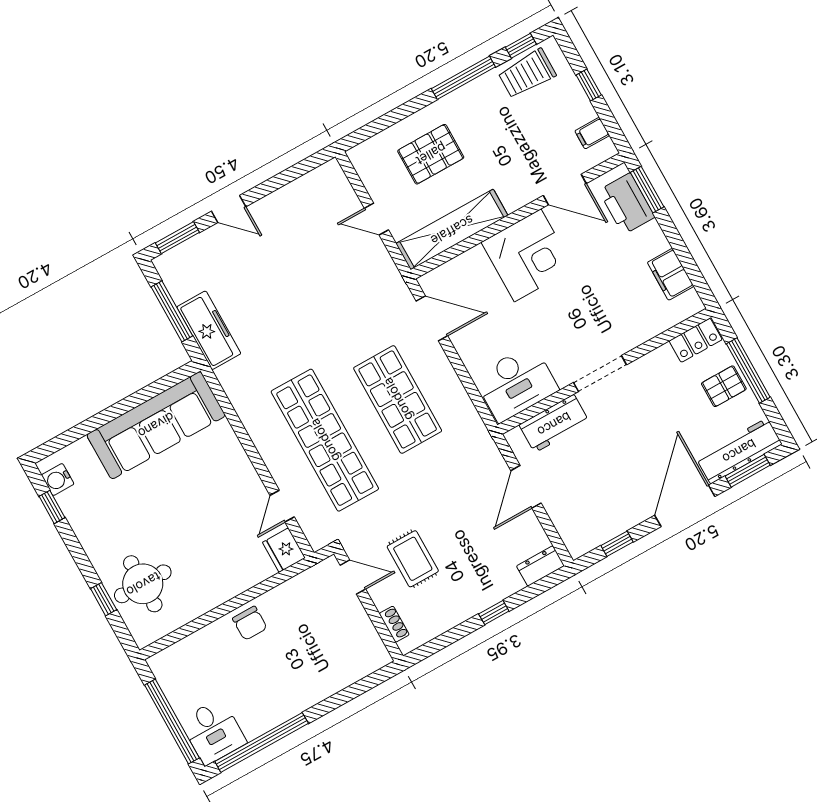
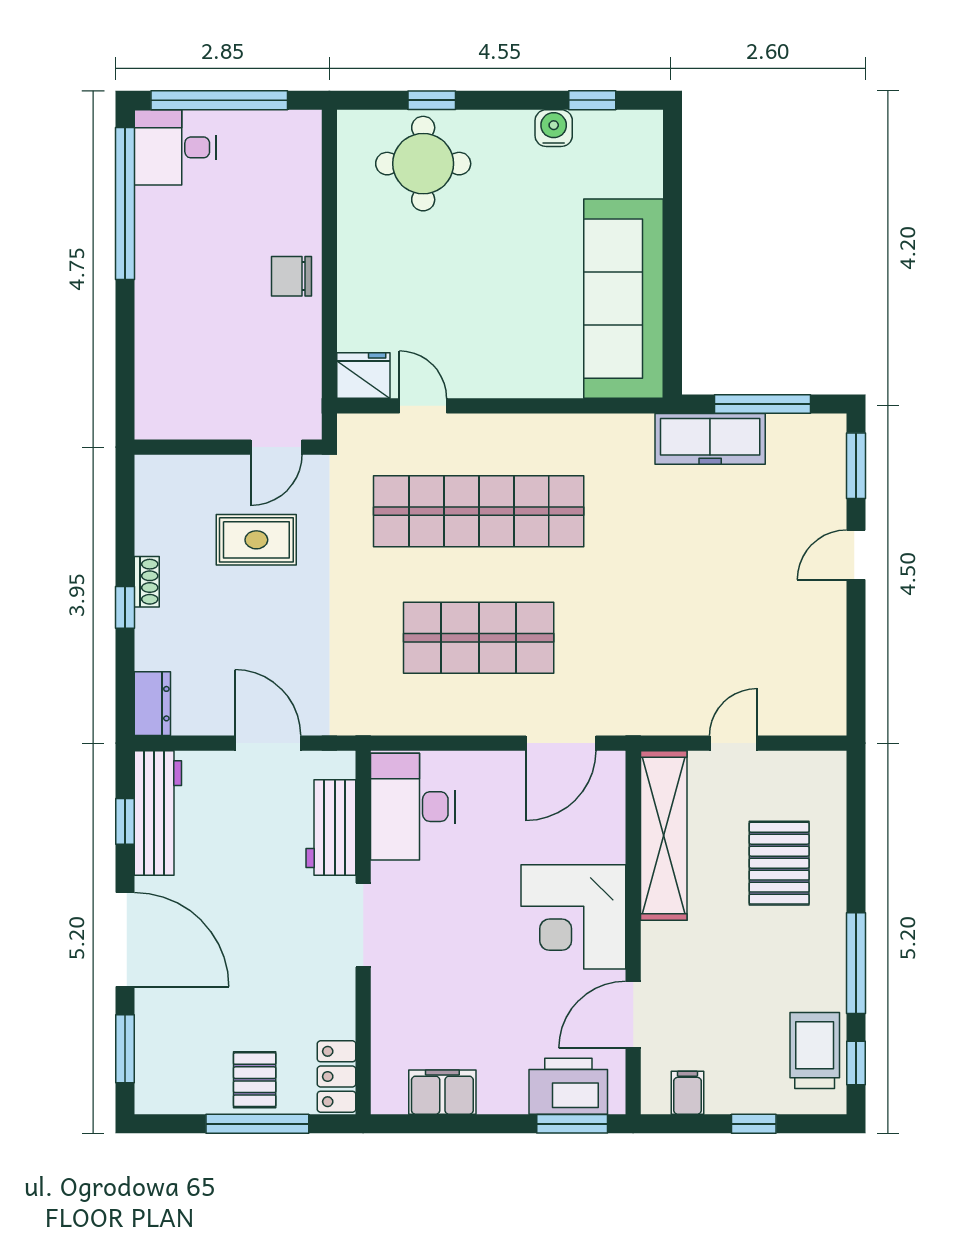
workbench: (739, 451) -> (158, 813), moved
water cooler: (58, 479) -> (554, 128), moved
shoe rack: (394, 624) -> (147, 582), moved, turned -90

